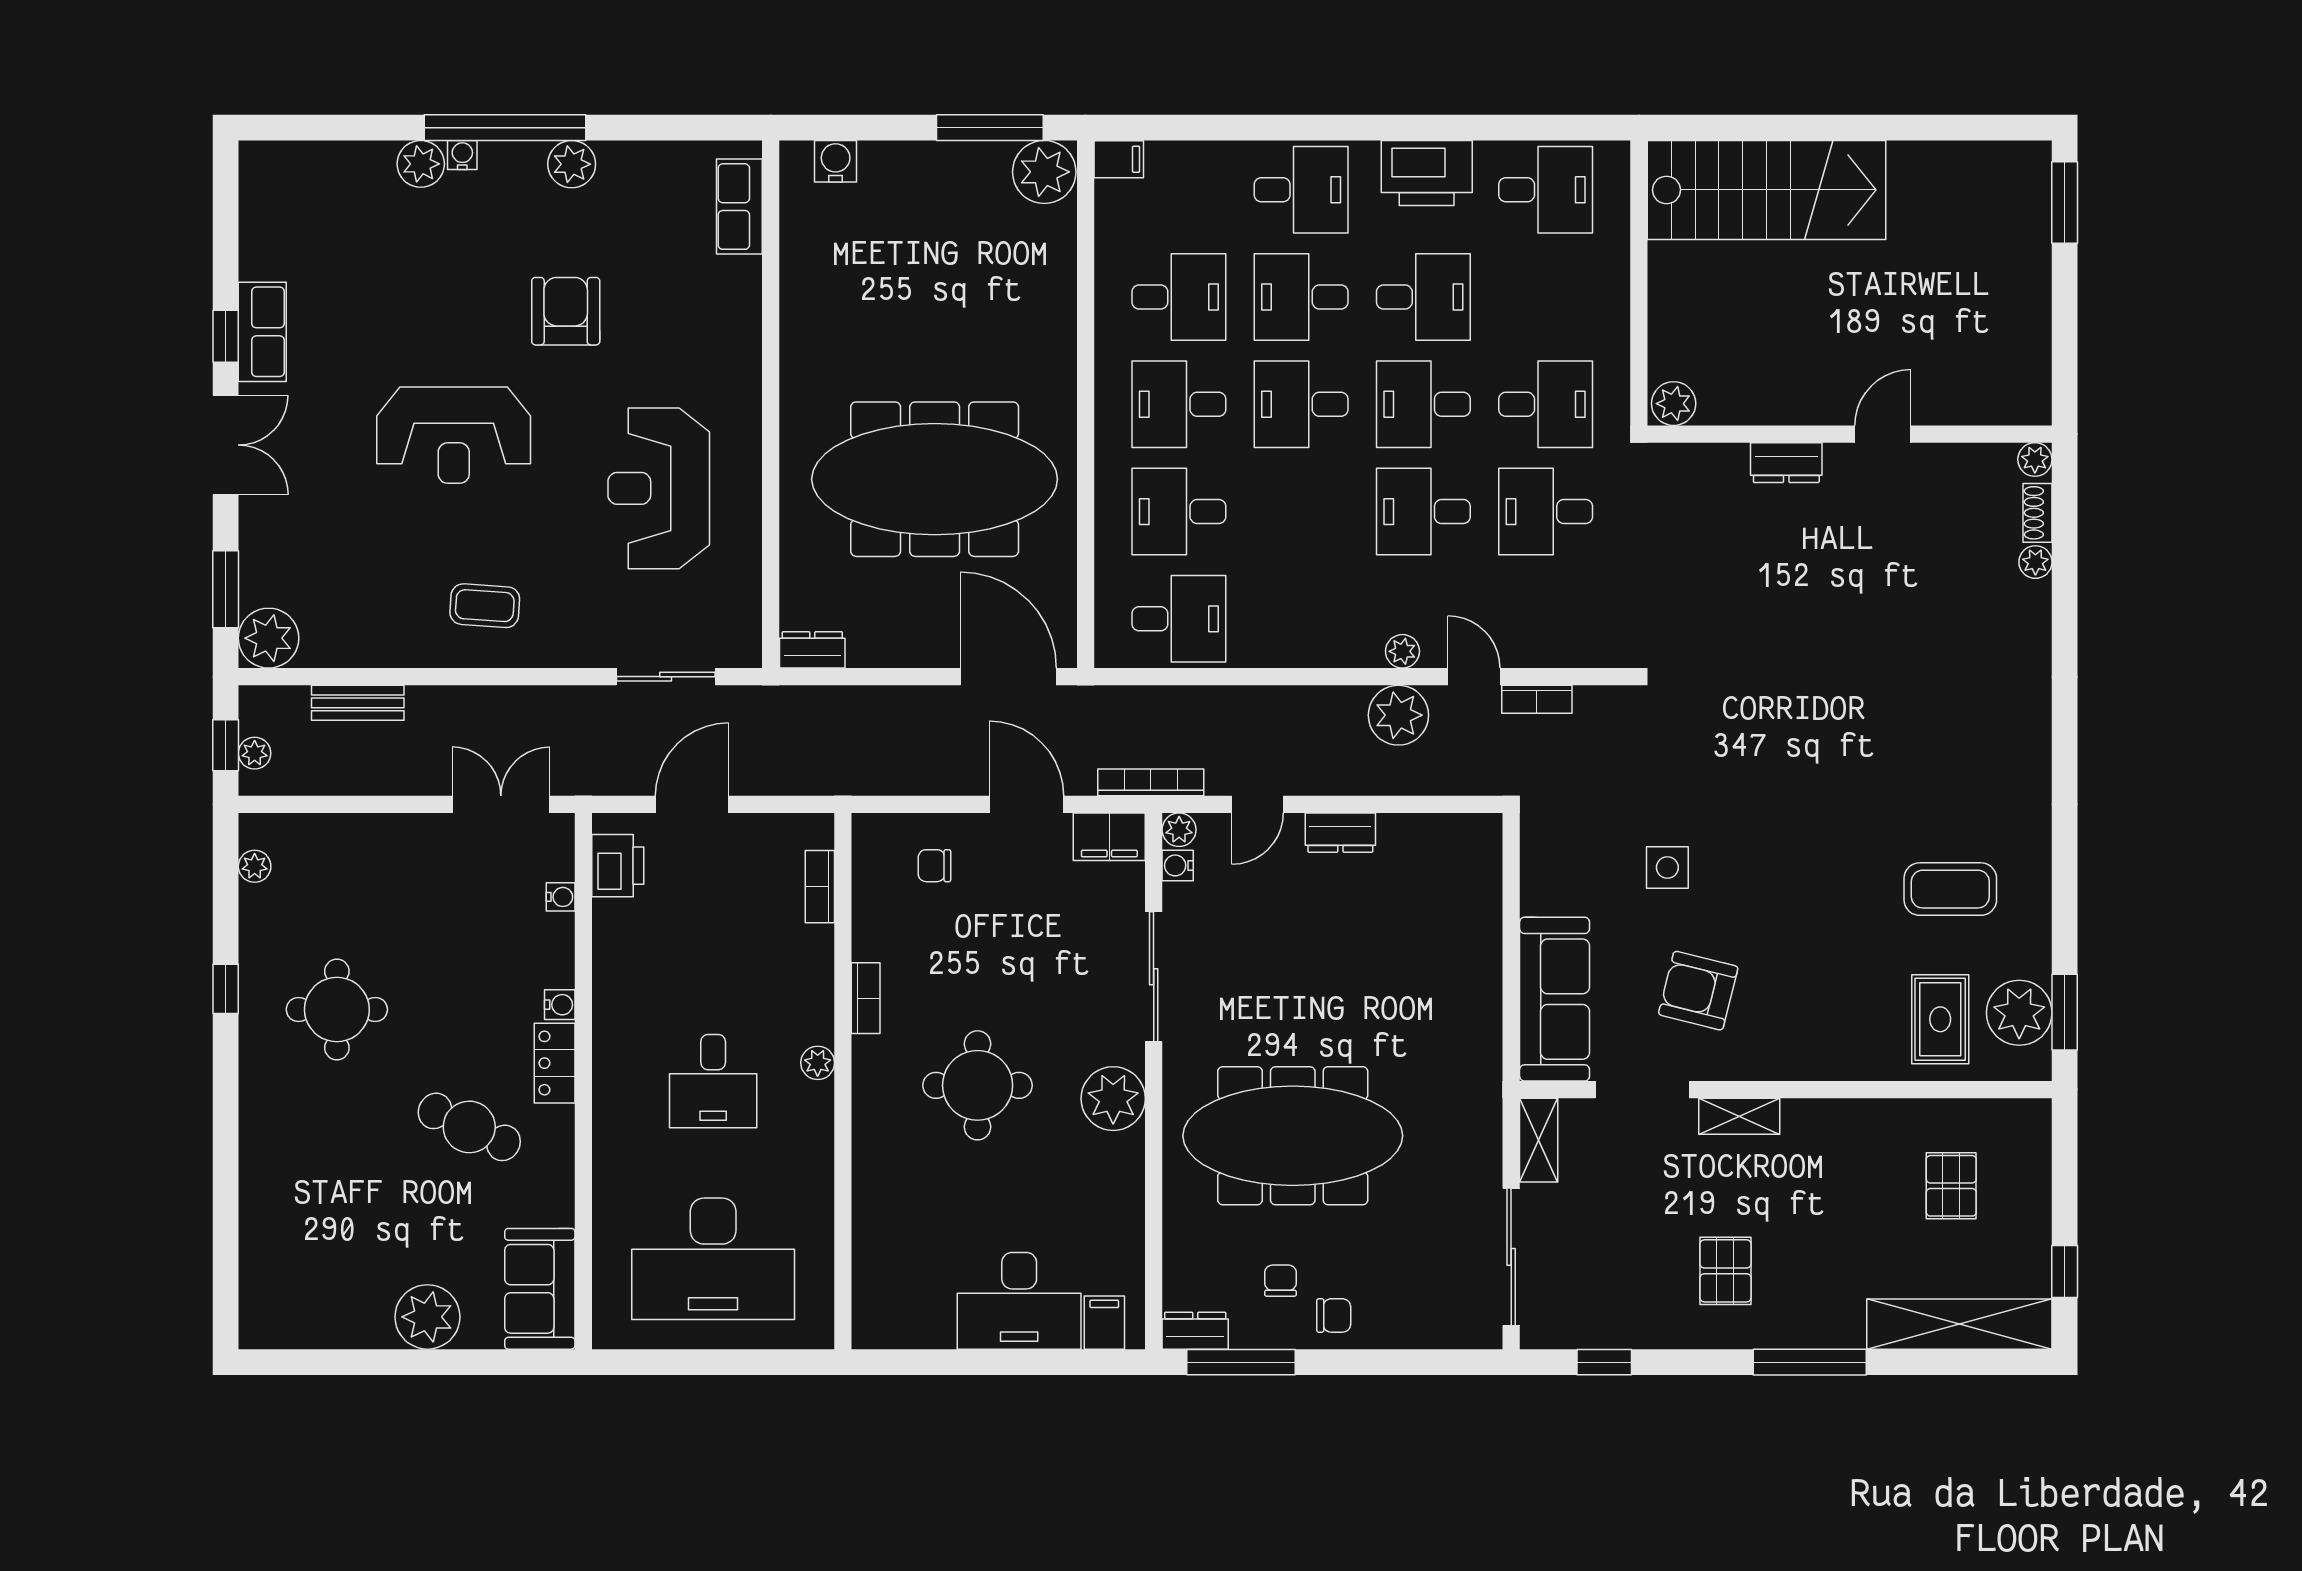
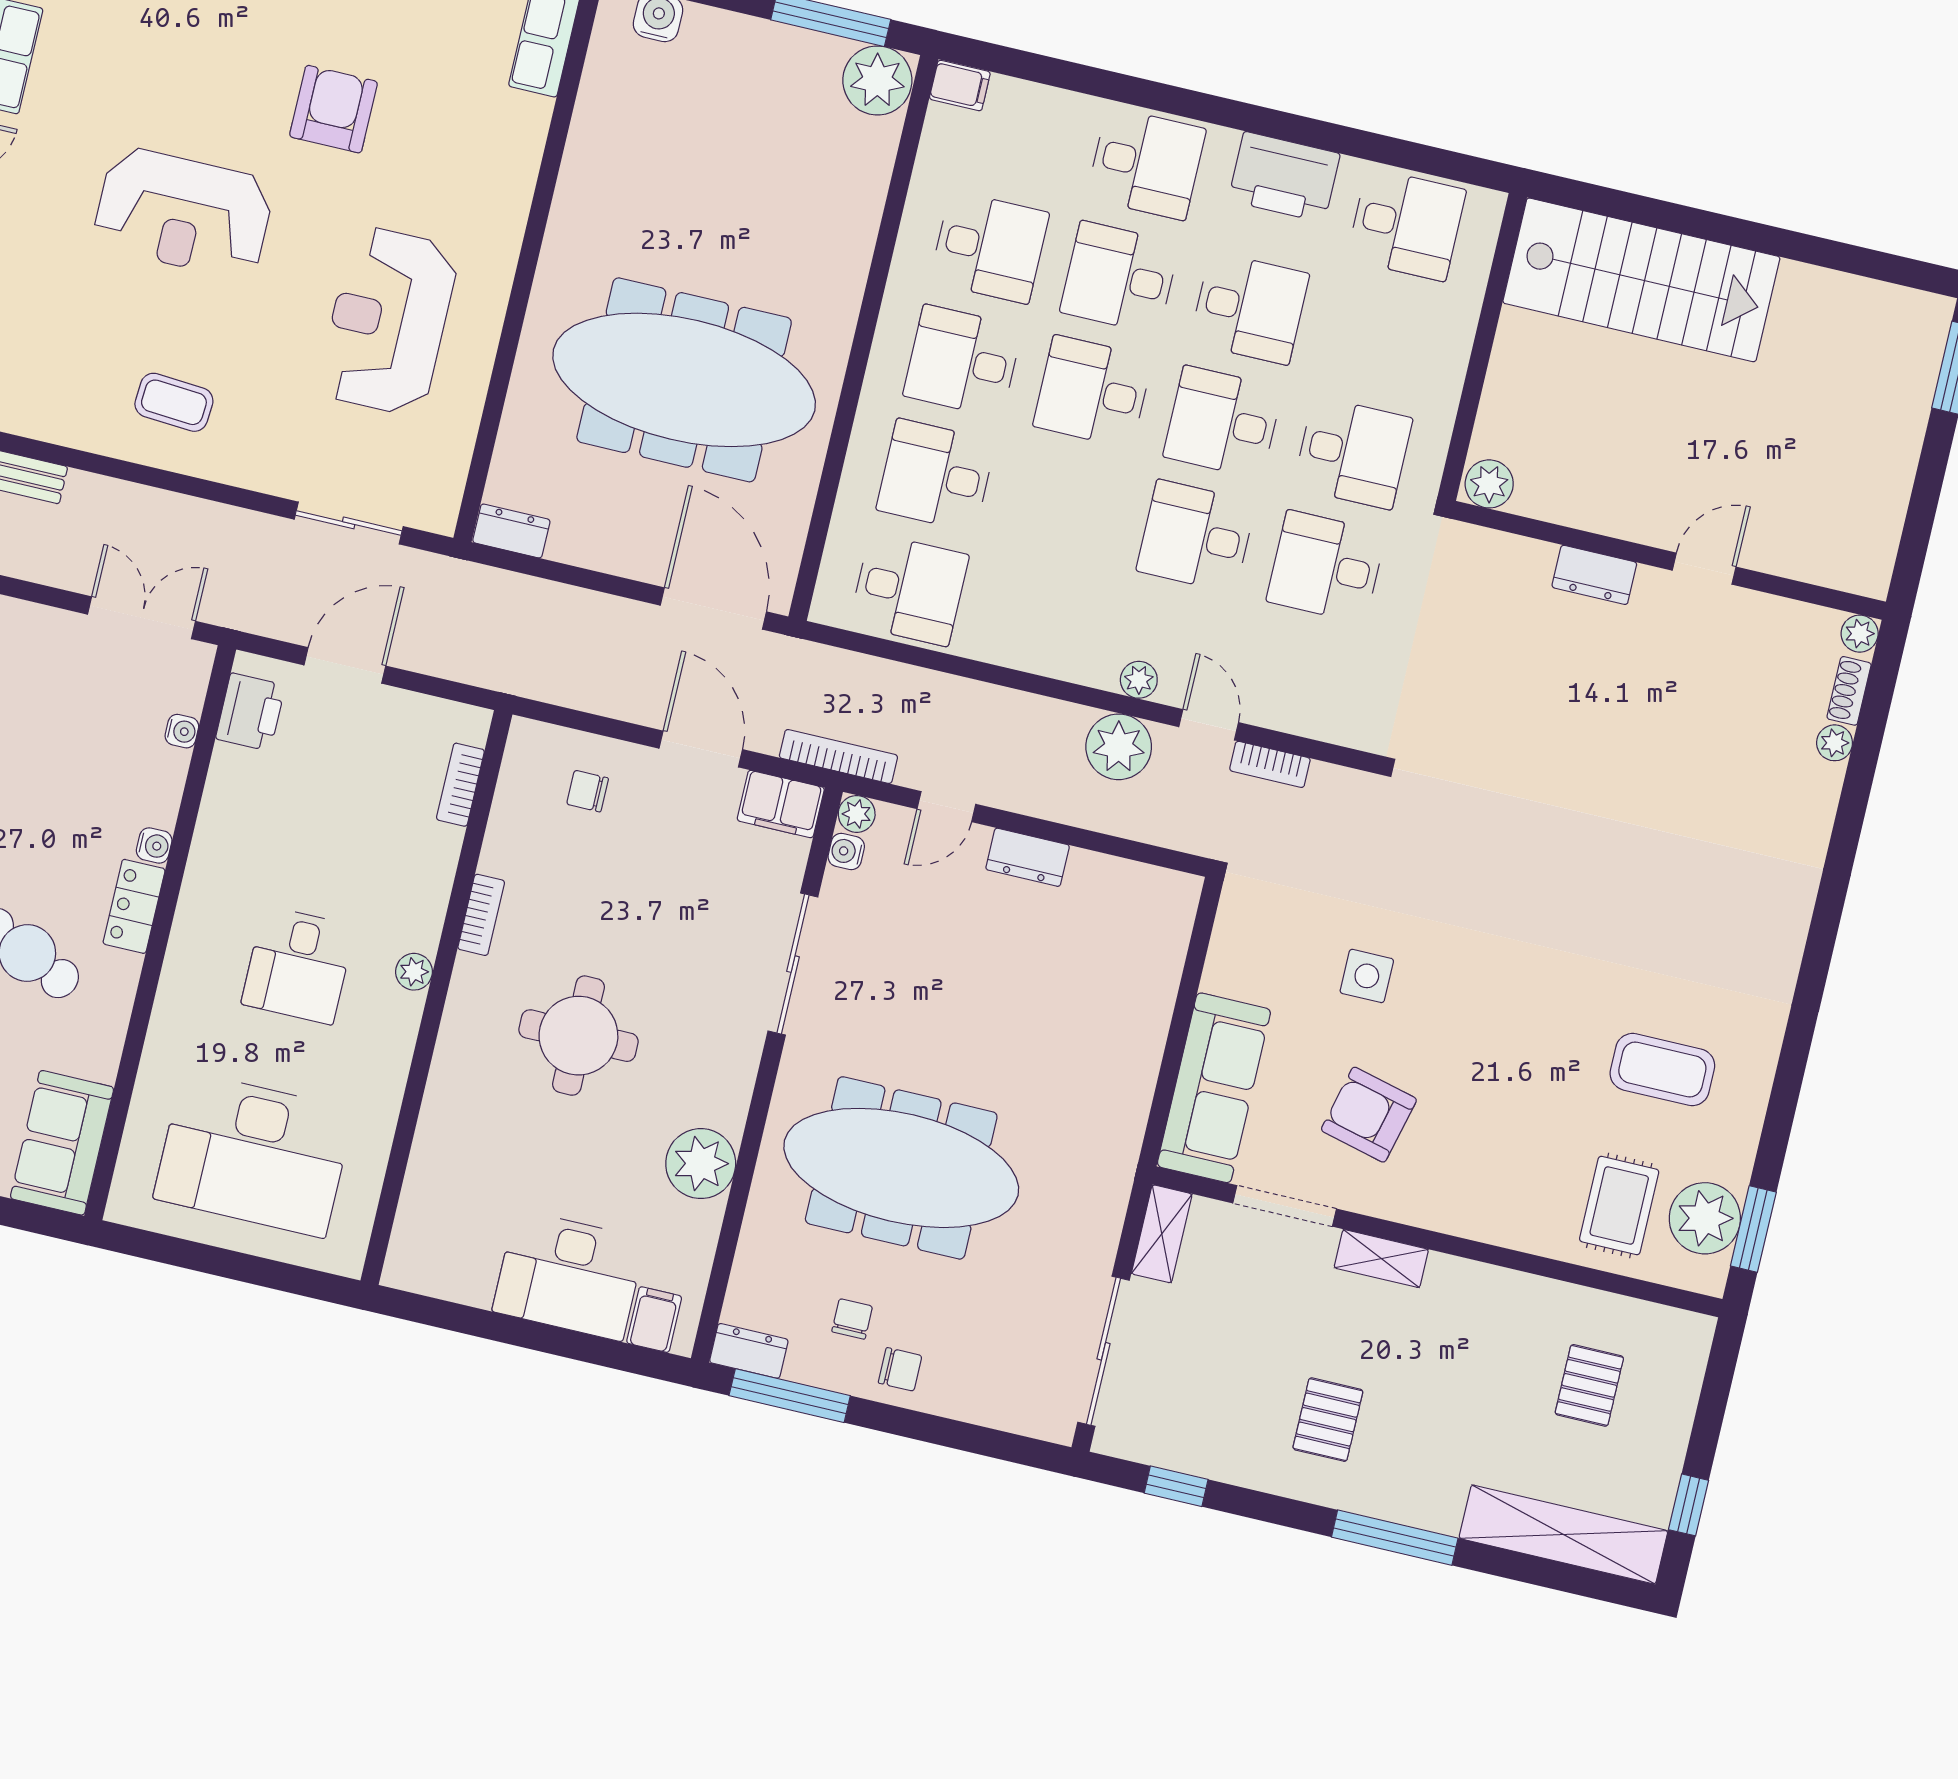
plant: (1113, 1099) -> (701, 1164), moved

